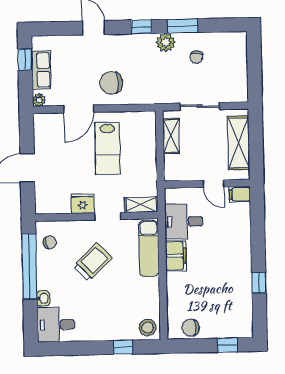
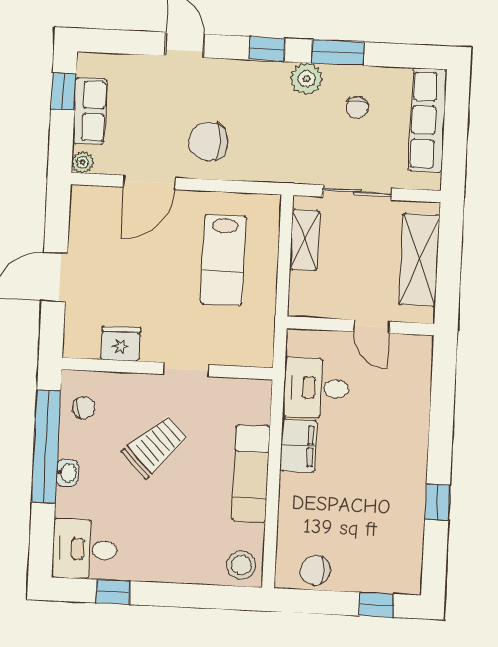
row of seats: (238, 62) -> (428, 120), added
lab bench: (108, 148) -> (223, 260), moved
filing cabinet: (240, 194) -> (415, 348), removed
fridge: (83, 204) -> (121, 344), moved
shelving: (141, 205) -> (245, 354), removed
exam couch: (149, 248) -> (251, 474), moved
washbasin: (43, 298) -> (67, 473), moved
window: (123, 347) -> (113, 592), moved

